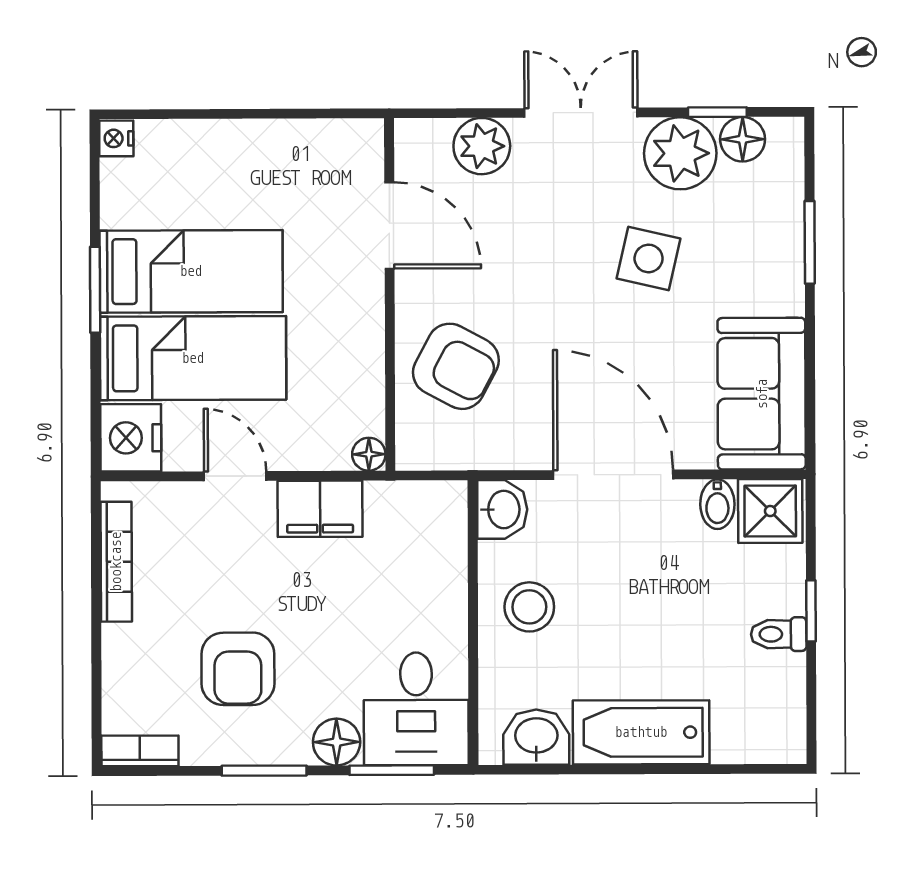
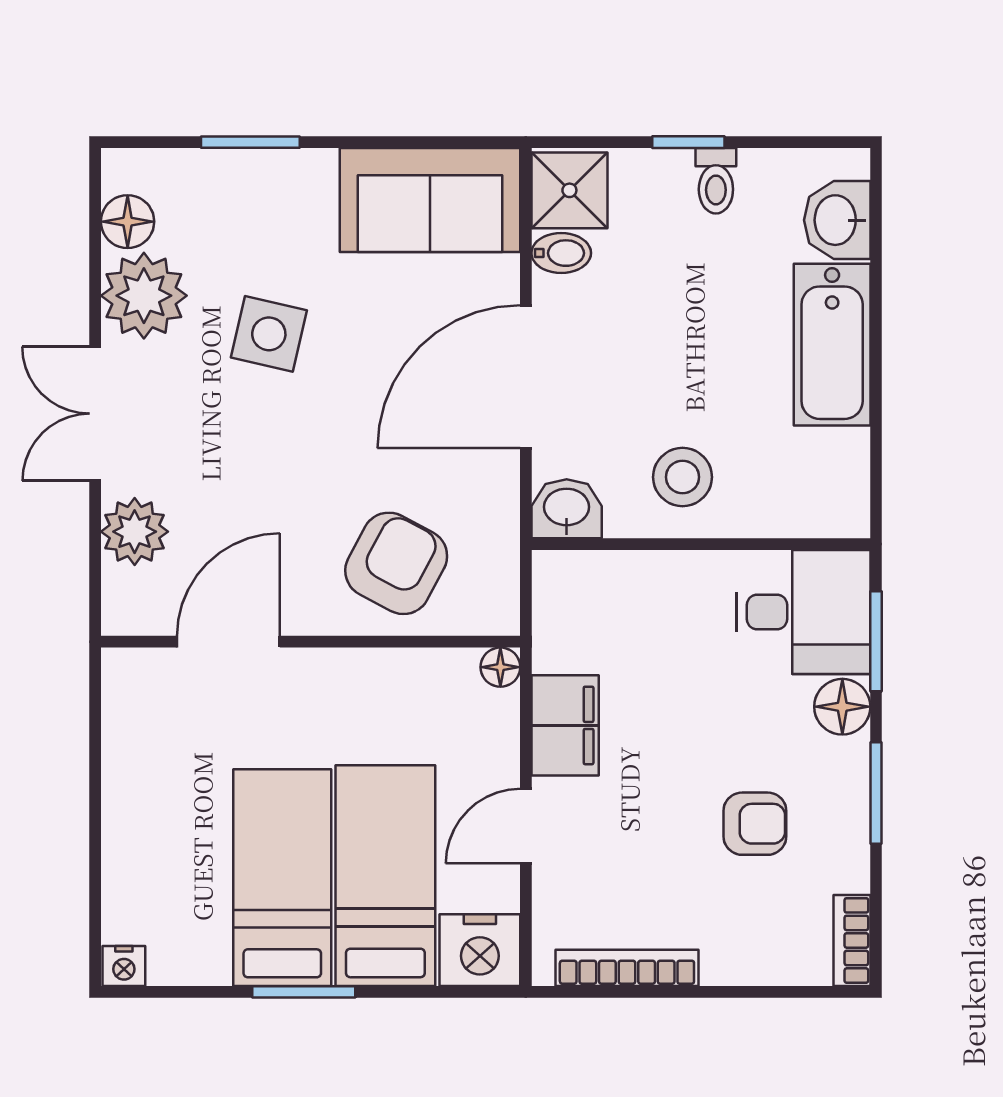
window: (717, 112) -> (95, 251), removed
armchair: (238, 669) -> (755, 824), width x0.72, depth x0.72
washbasin: (536, 737) -> (837, 220), moved

